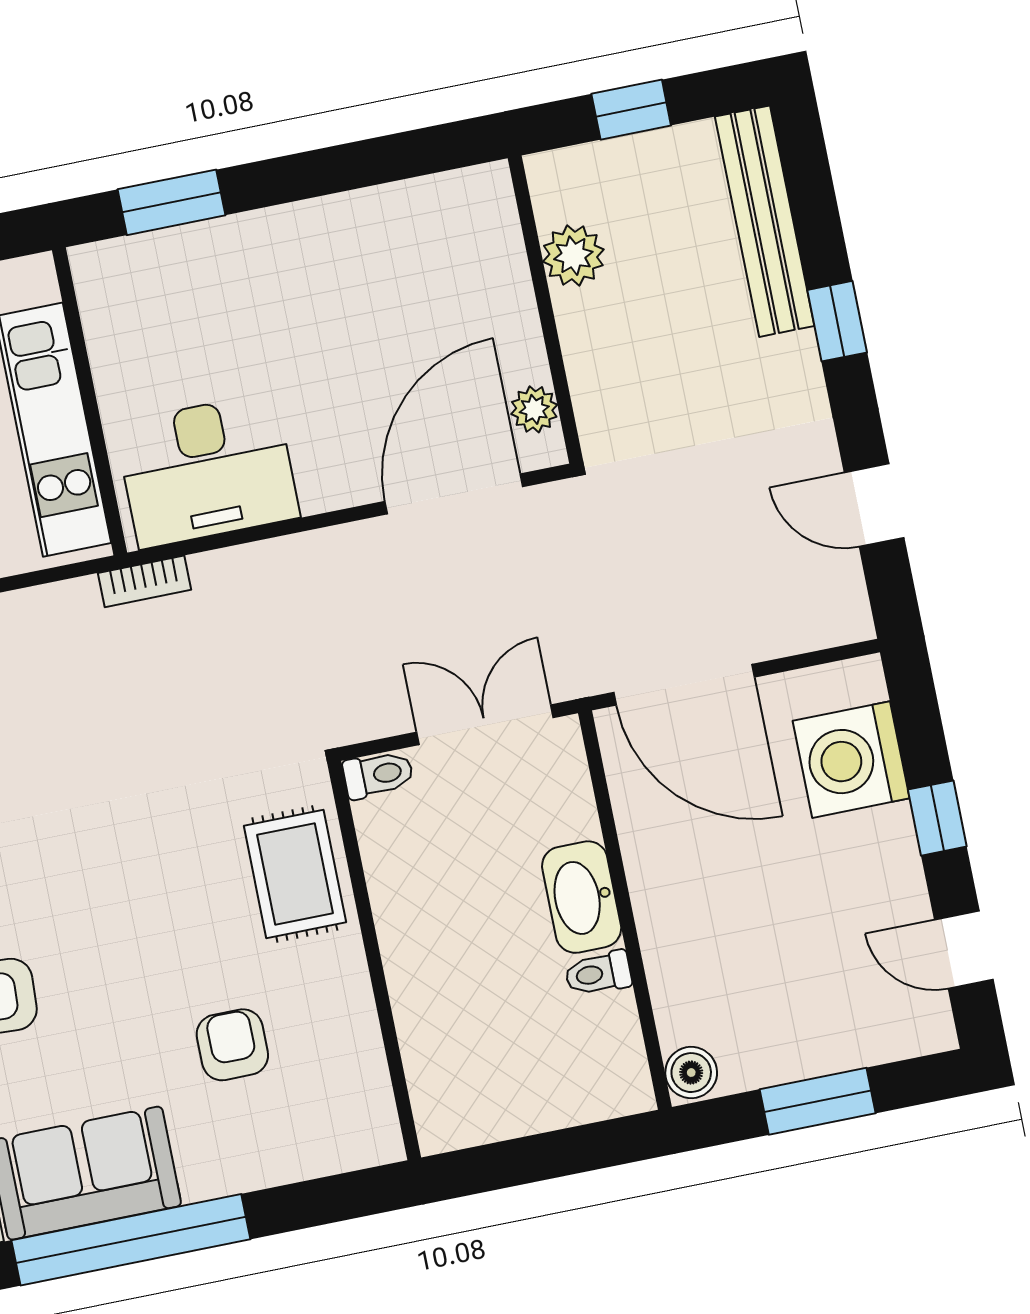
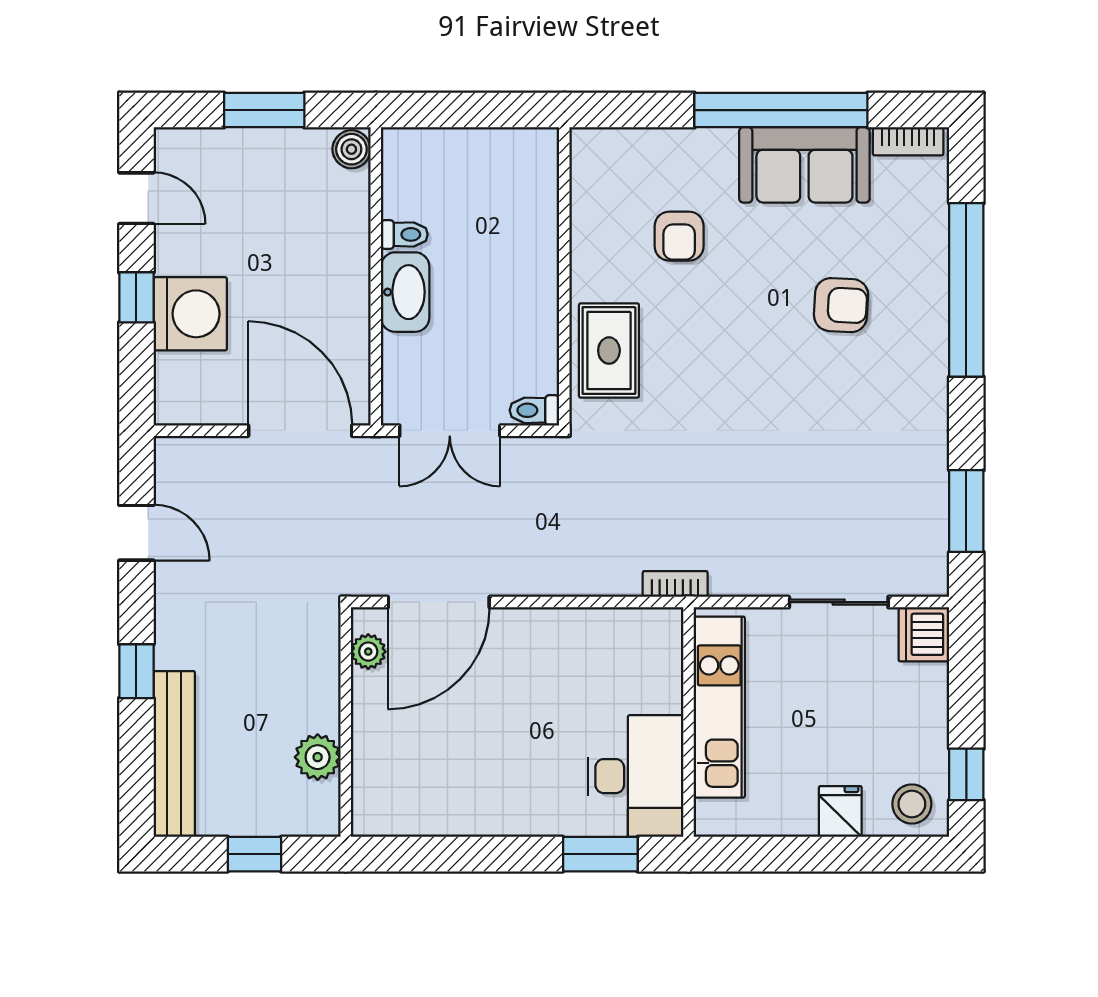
desk: (207, 470) -> (636, 776), moved, turned 90
washing machine: (851, 760) -> (190, 314), moved

